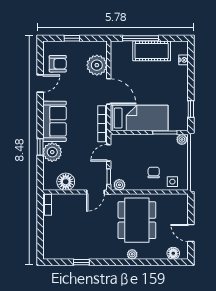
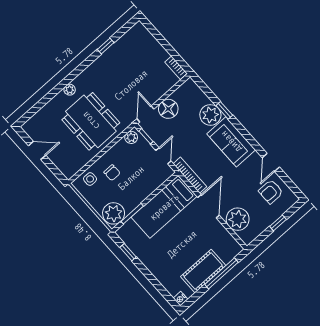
nightstand: (184, 60) -> (181, 299), moved
door: (109, 91) -> (209, 206), swing flipped
plant: (182, 139) -> (114, 213), width x1.88, depth x1.88
floor lamp: (66, 182) -> (168, 109), moved
floor lamp: (173, 253) -> (37, 121), removed

